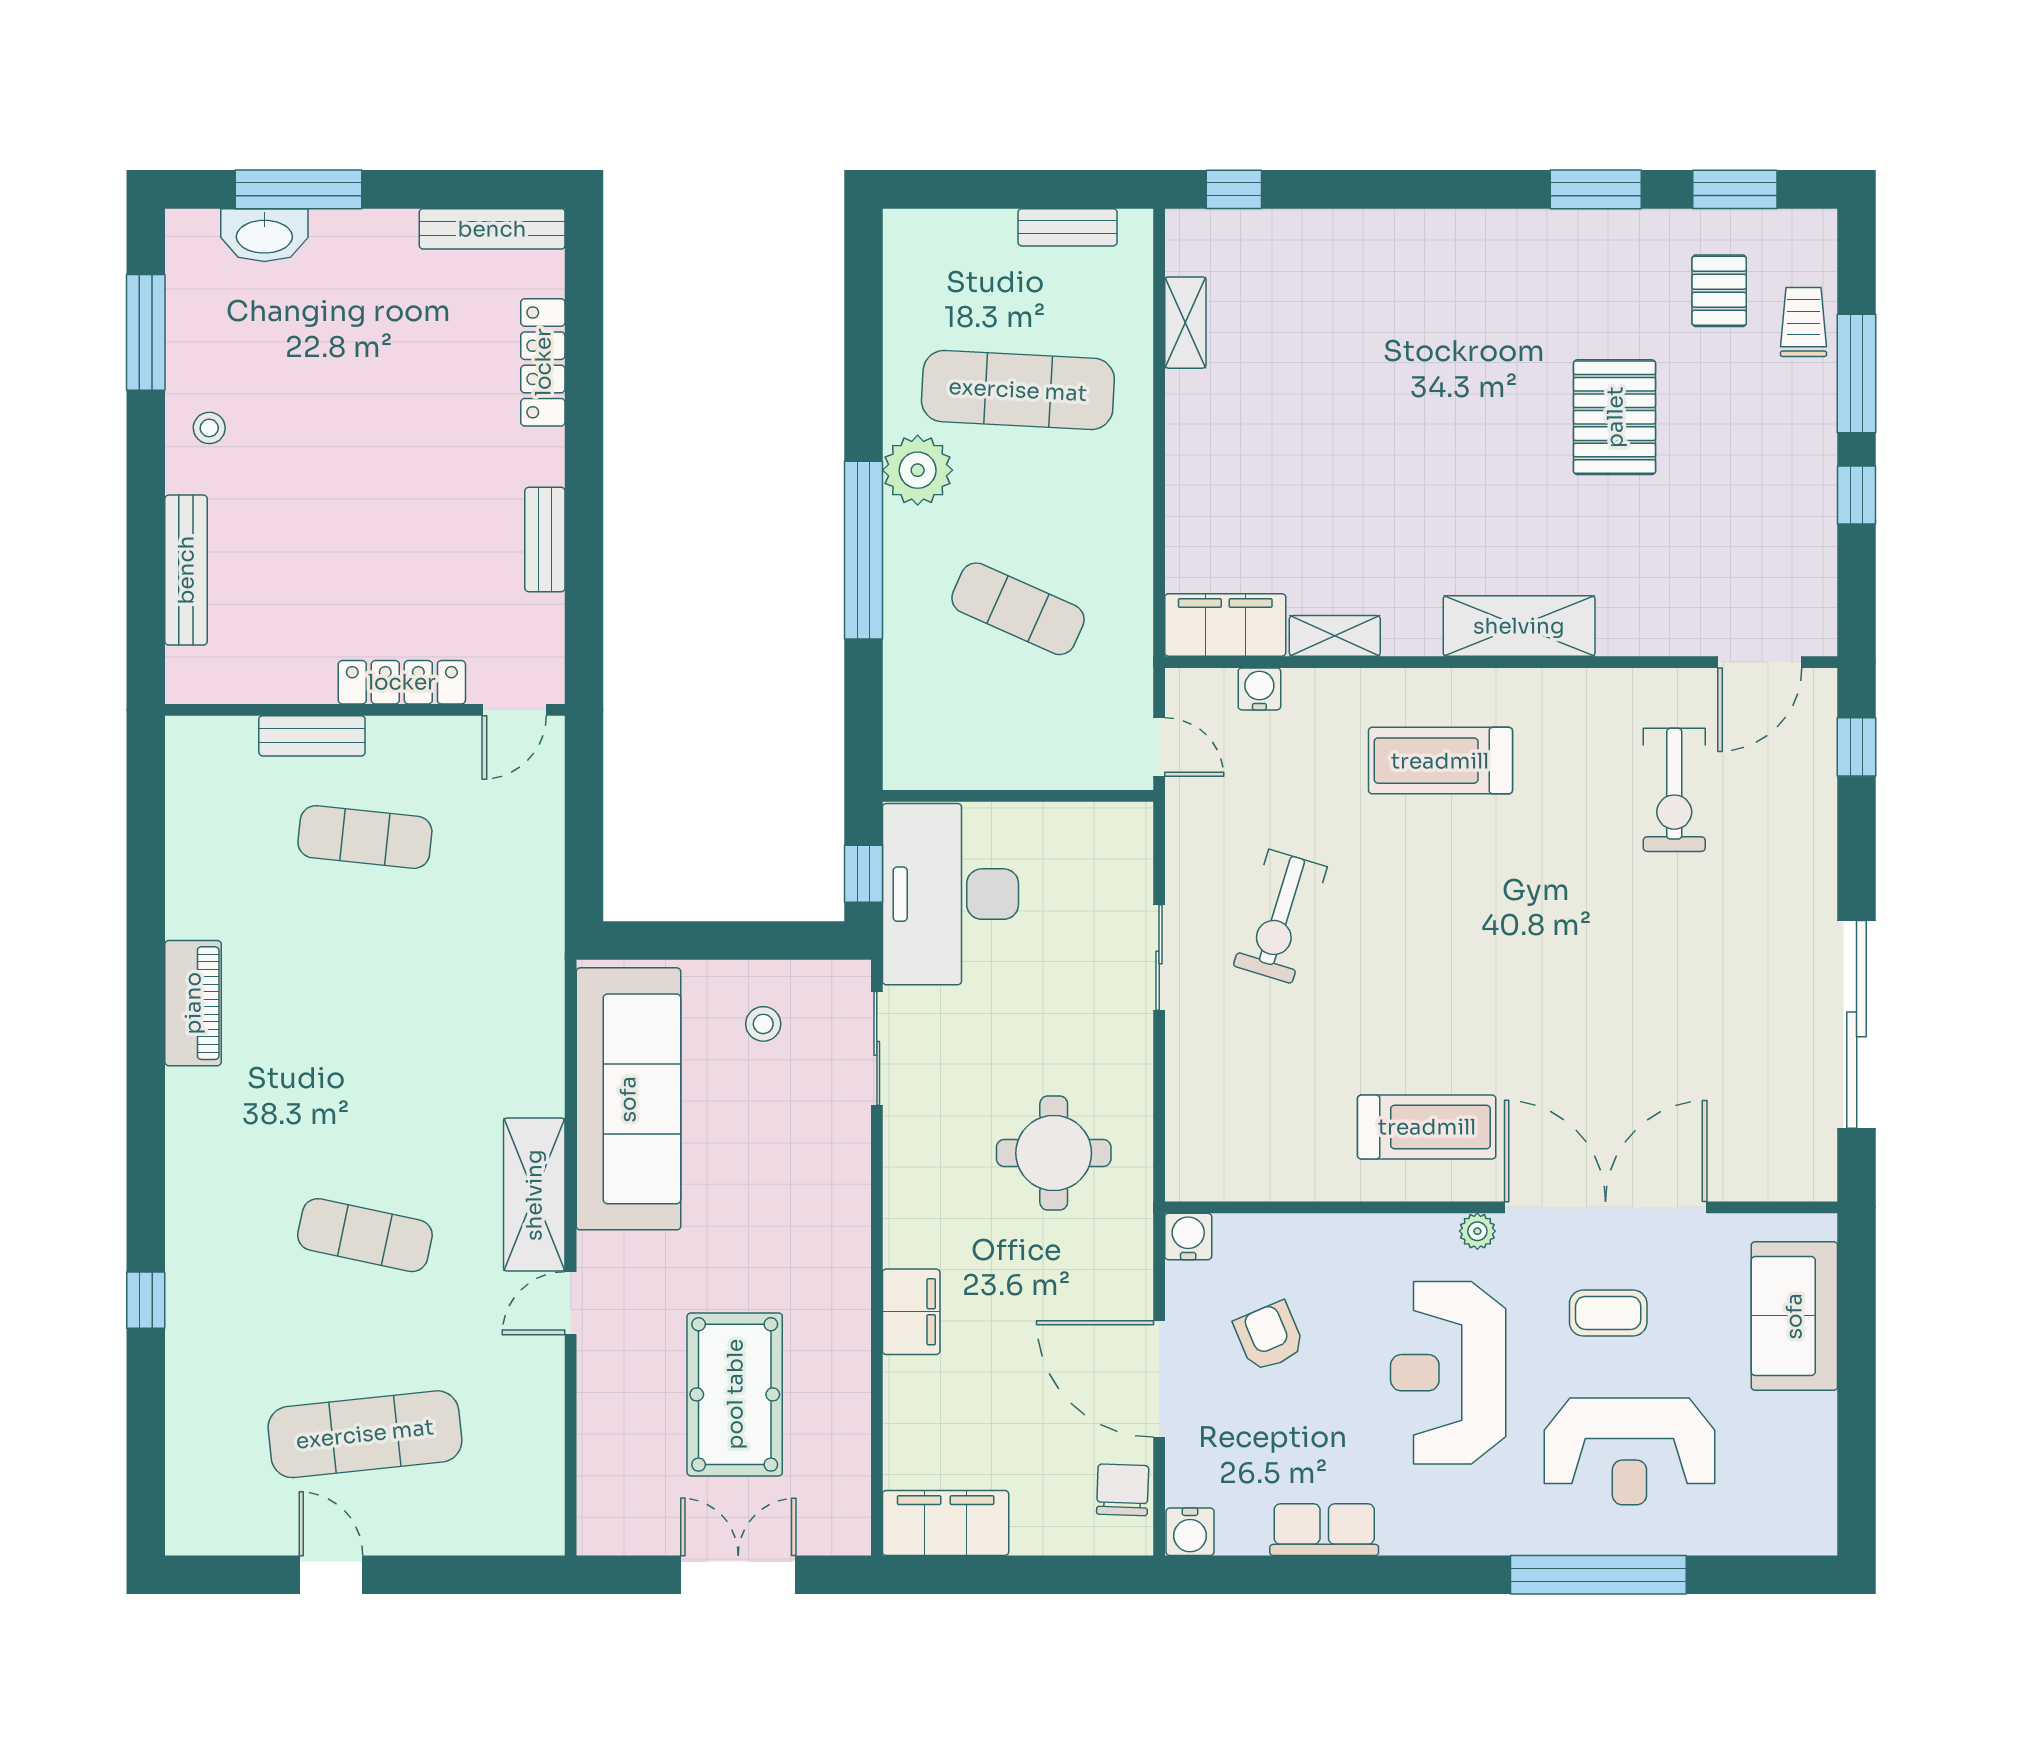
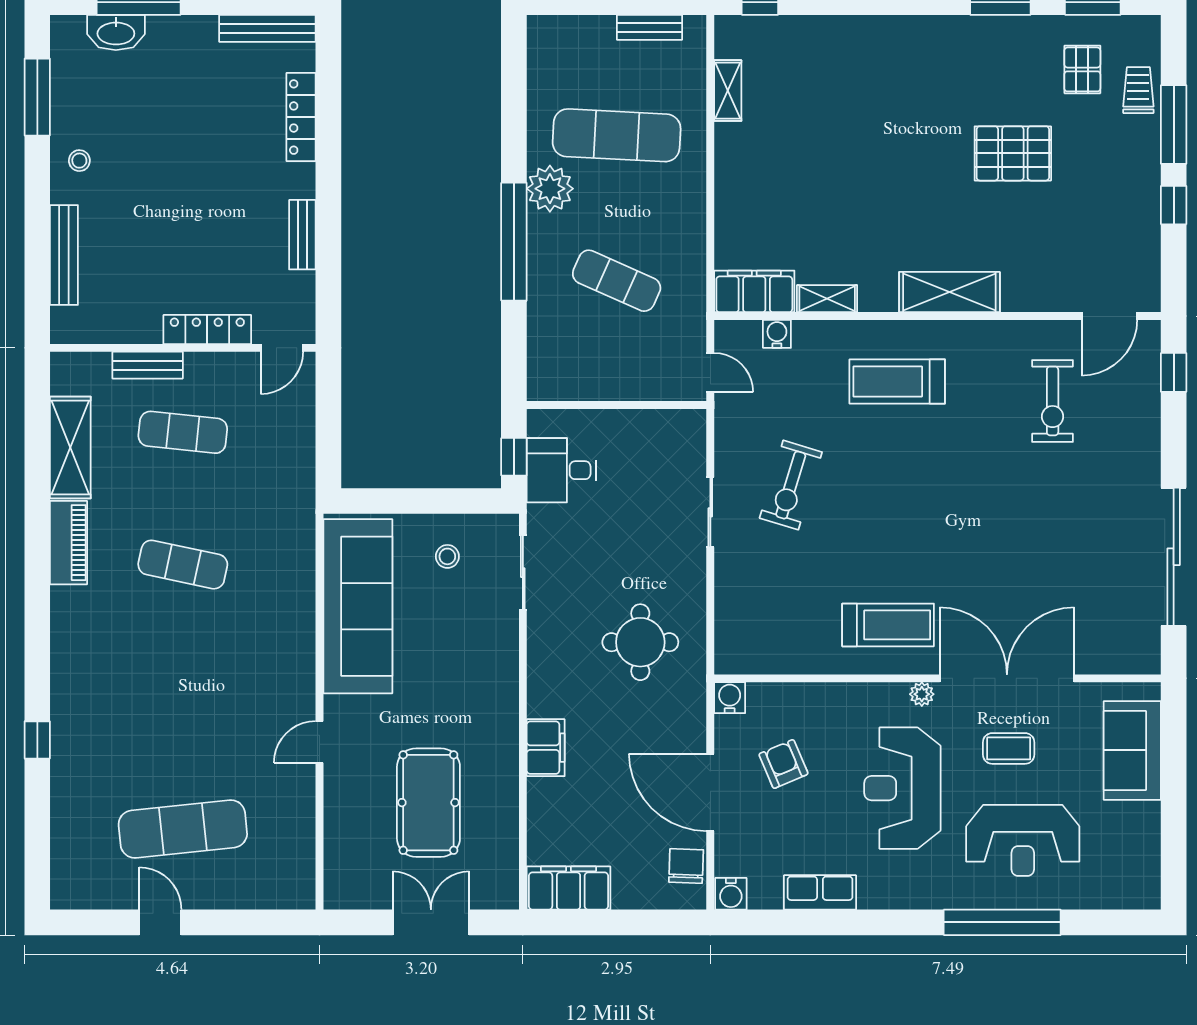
pallet: (1615, 417) -> (1013, 153), turned 90
desk: (950, 894) -> (561, 470), width x0.53, depth x0.77
shelving: (534, 1195) -> (70, 447), moved
exercise mat: (365, 1235) -> (183, 565), moved

